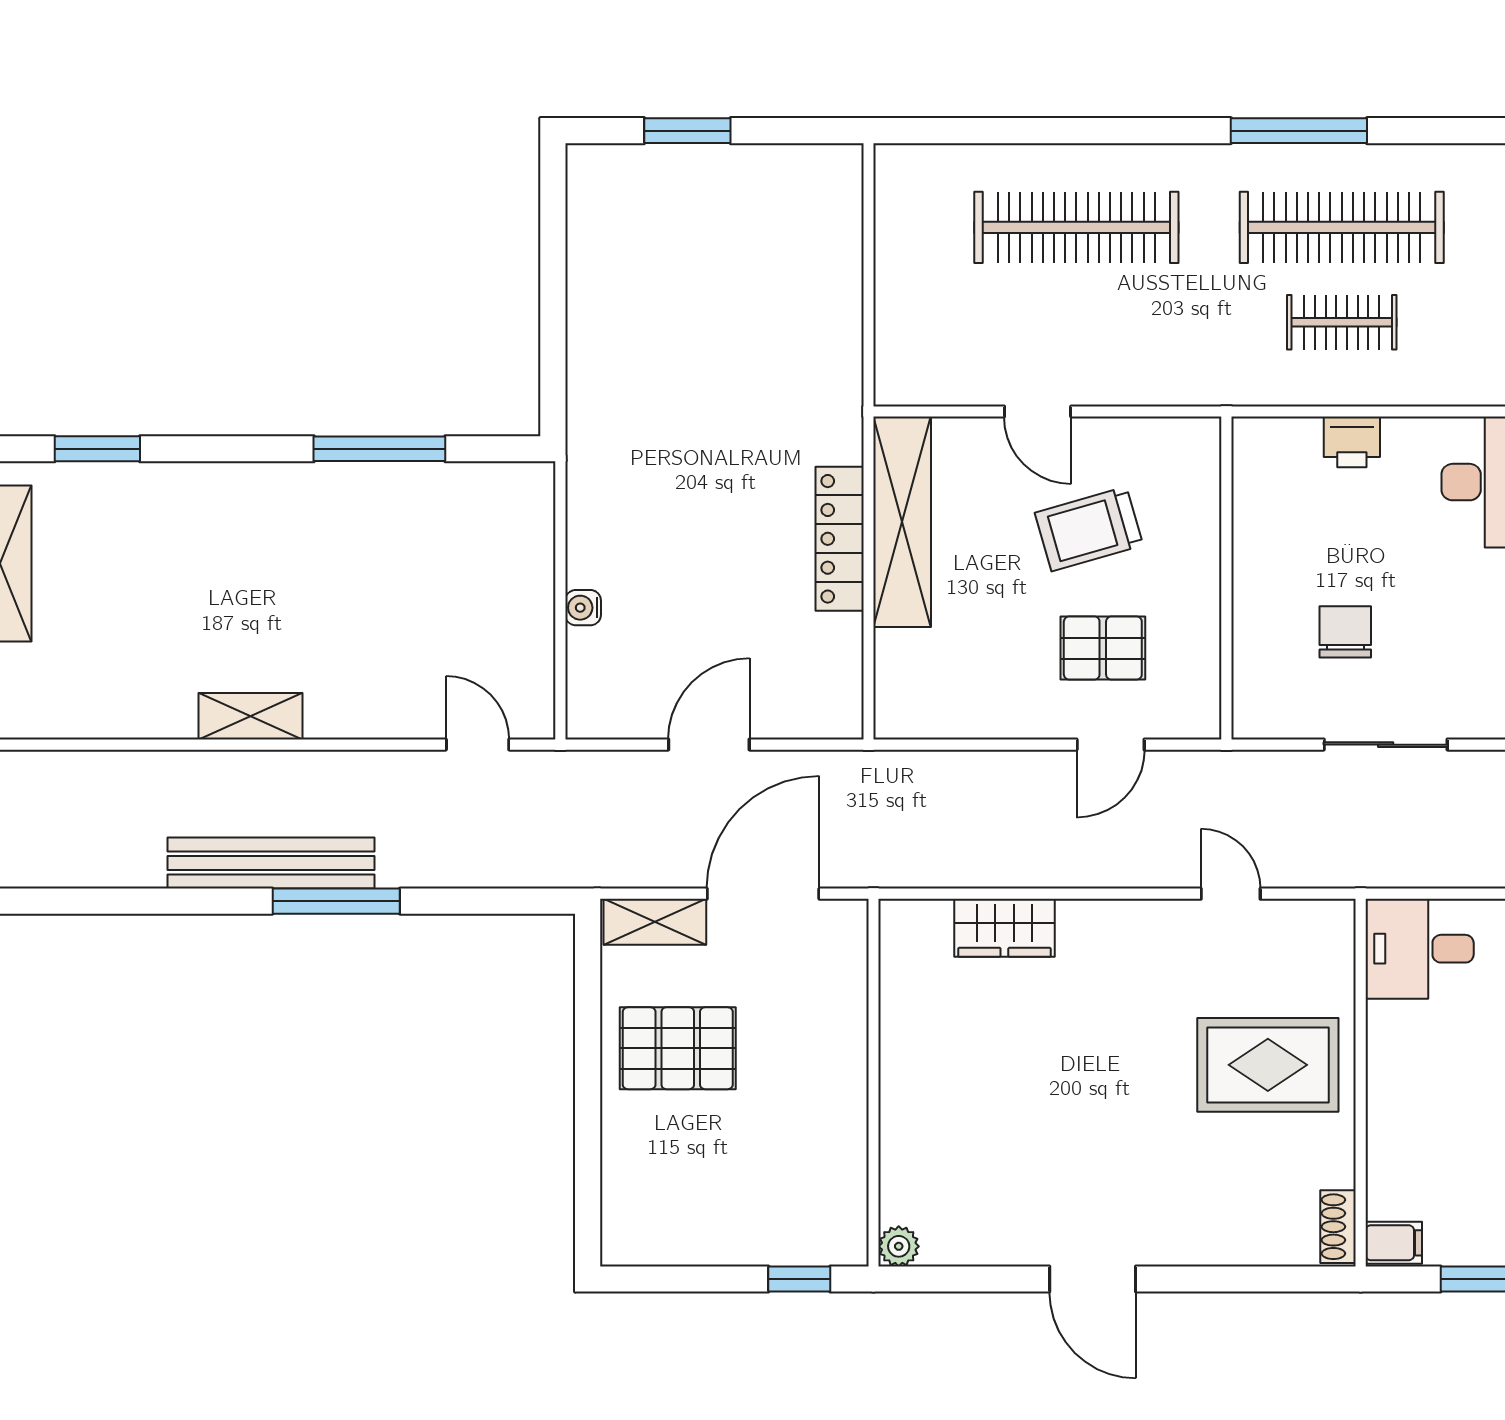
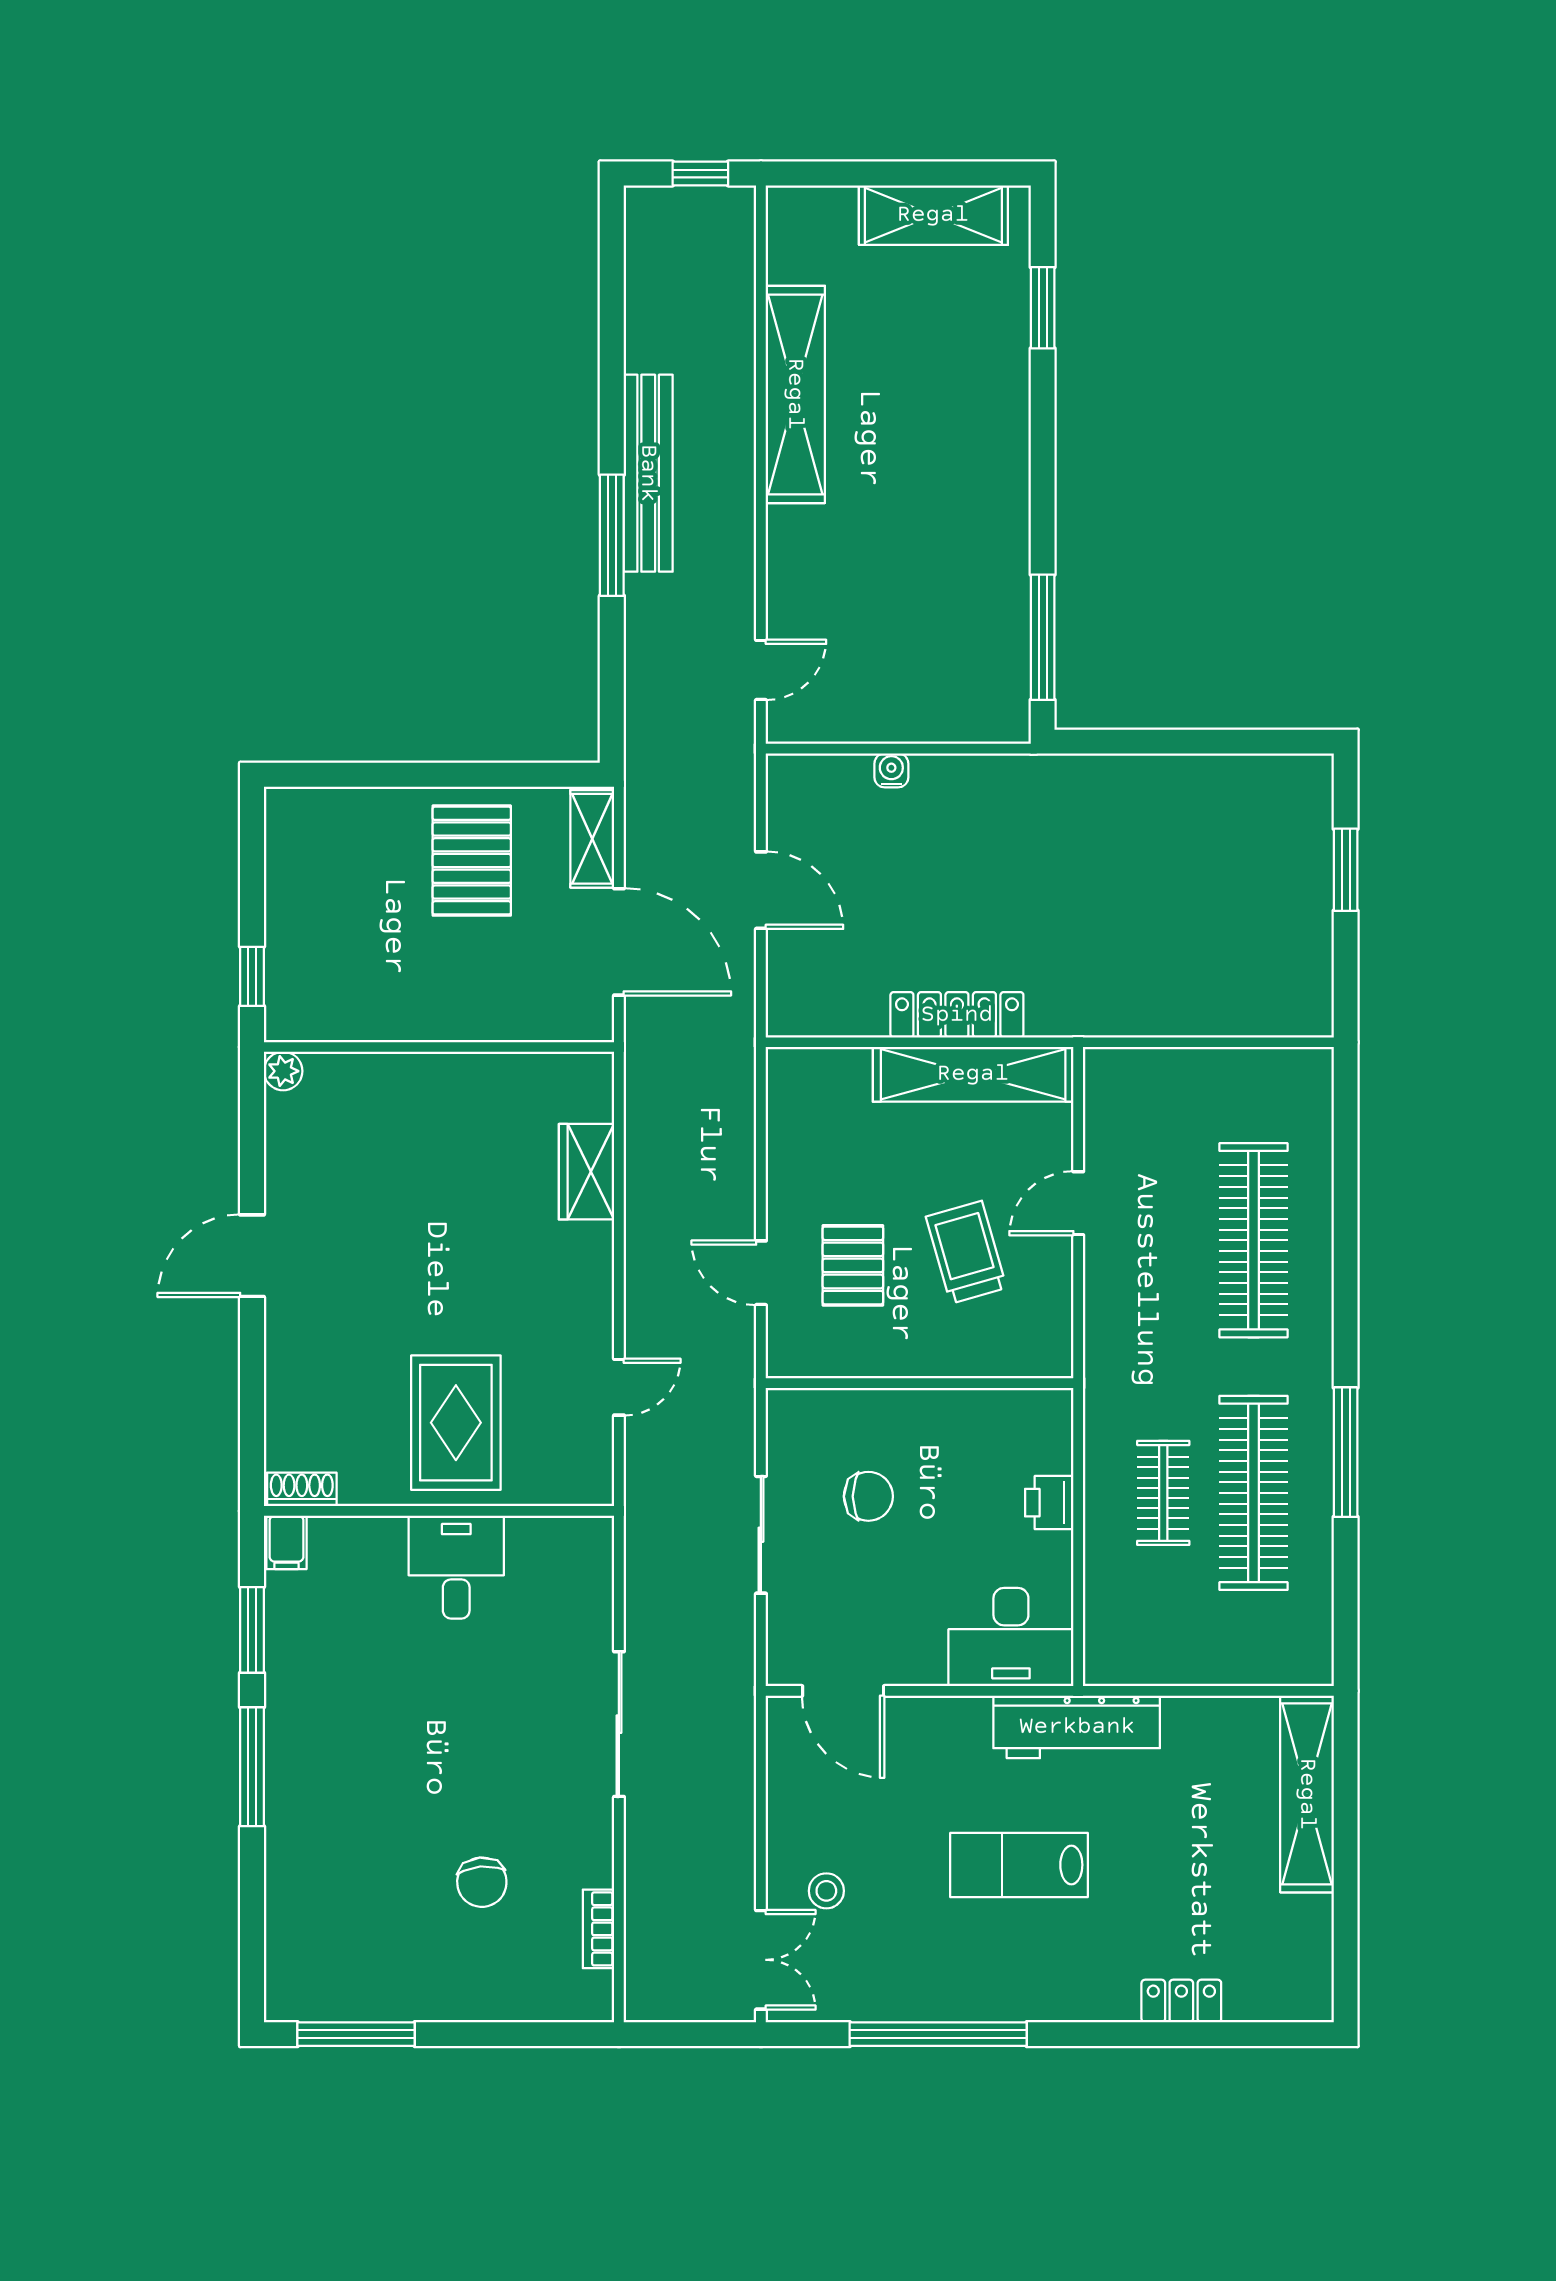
window: (379, 449) -> (1043, 637), moved
shelving: (250, 716) -> (795, 394), width x2.20, depth x1.33
desk: (1420, 949) -> (456, 1567), moved

